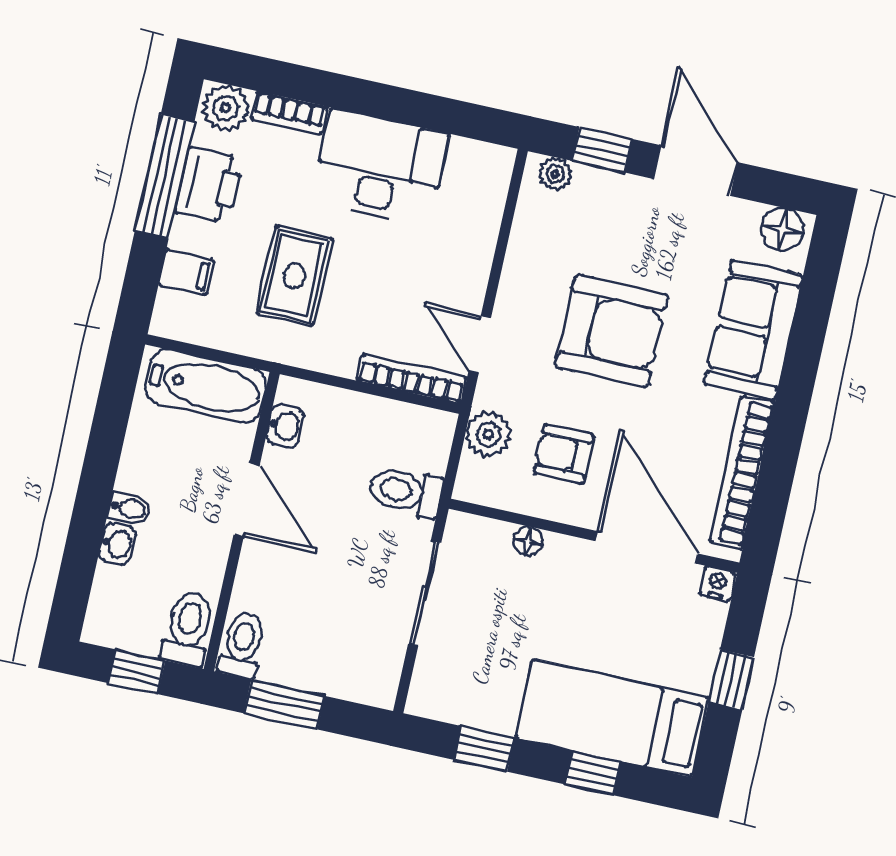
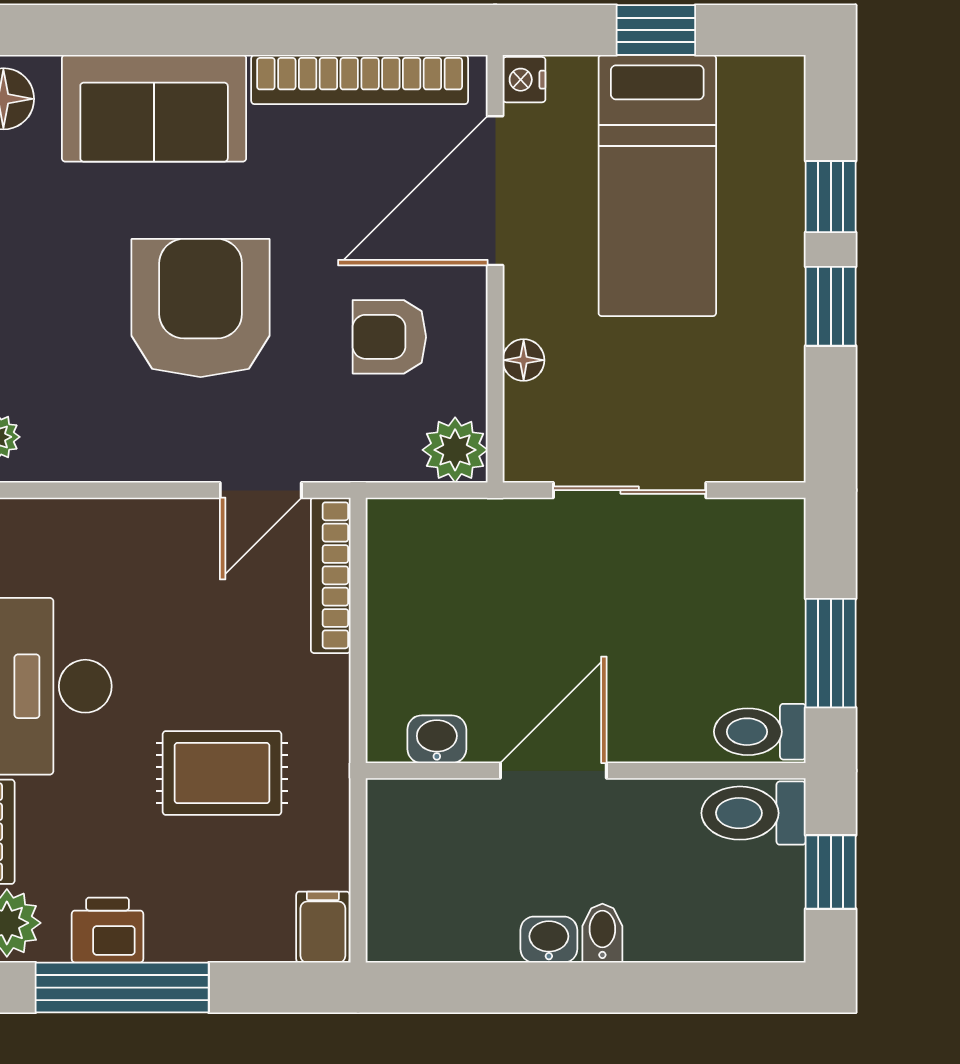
printer: (209, 185) -> (107, 930), width x0.73, depth x0.81
filing cabinet: (186, 272) -> (323, 927), moved
bathtub: (206, 386) -> (406, 864), removed
plant: (488, 434) -> (455, 450), moved
armchair: (564, 454) -> (389, 337), turned 90
toilet: (406, 492) -> (492, 549), removed
washbasin: (117, 544) -> (549, 940), moved
bed: (613, 718) -> (657, 186), moved
window: (484, 749) -> (831, 306), moved

